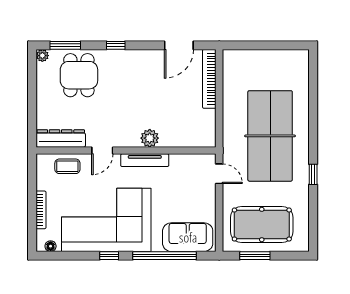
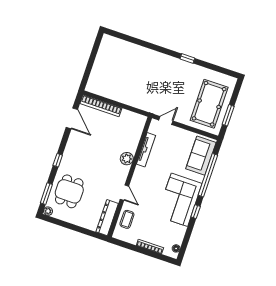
dining table: (79, 75) -> (69, 191), turned 90
table tennis table: (270, 136) -> (152, 78), removed
tv unit: (145, 160) -> (146, 150), moved
corner sofa: (106, 220) -> (179, 200), width x0.73, depth x0.74

